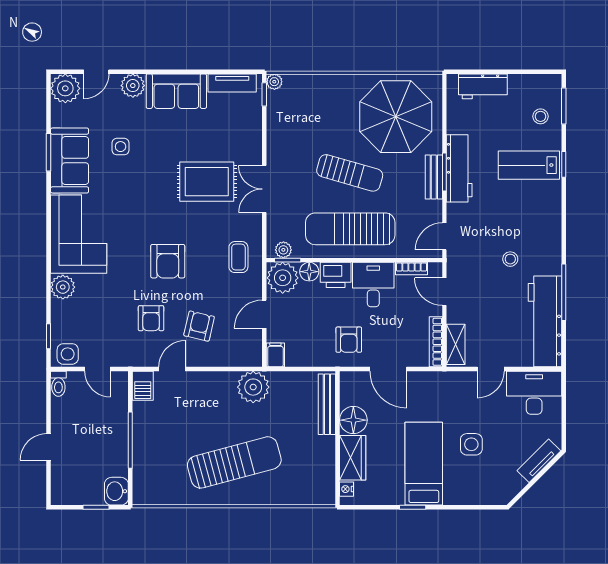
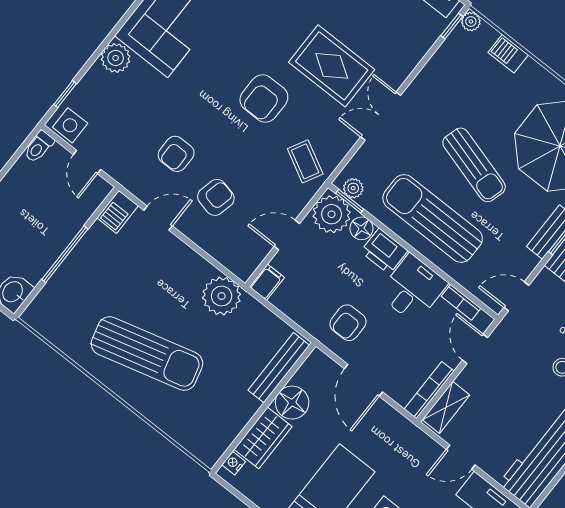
barbecue: (315, 83) -> (508, 54), added
coffee table: (238, 257) -> (305, 161), turned -62
armchair: (168, 261) -> (264, 98), moved

